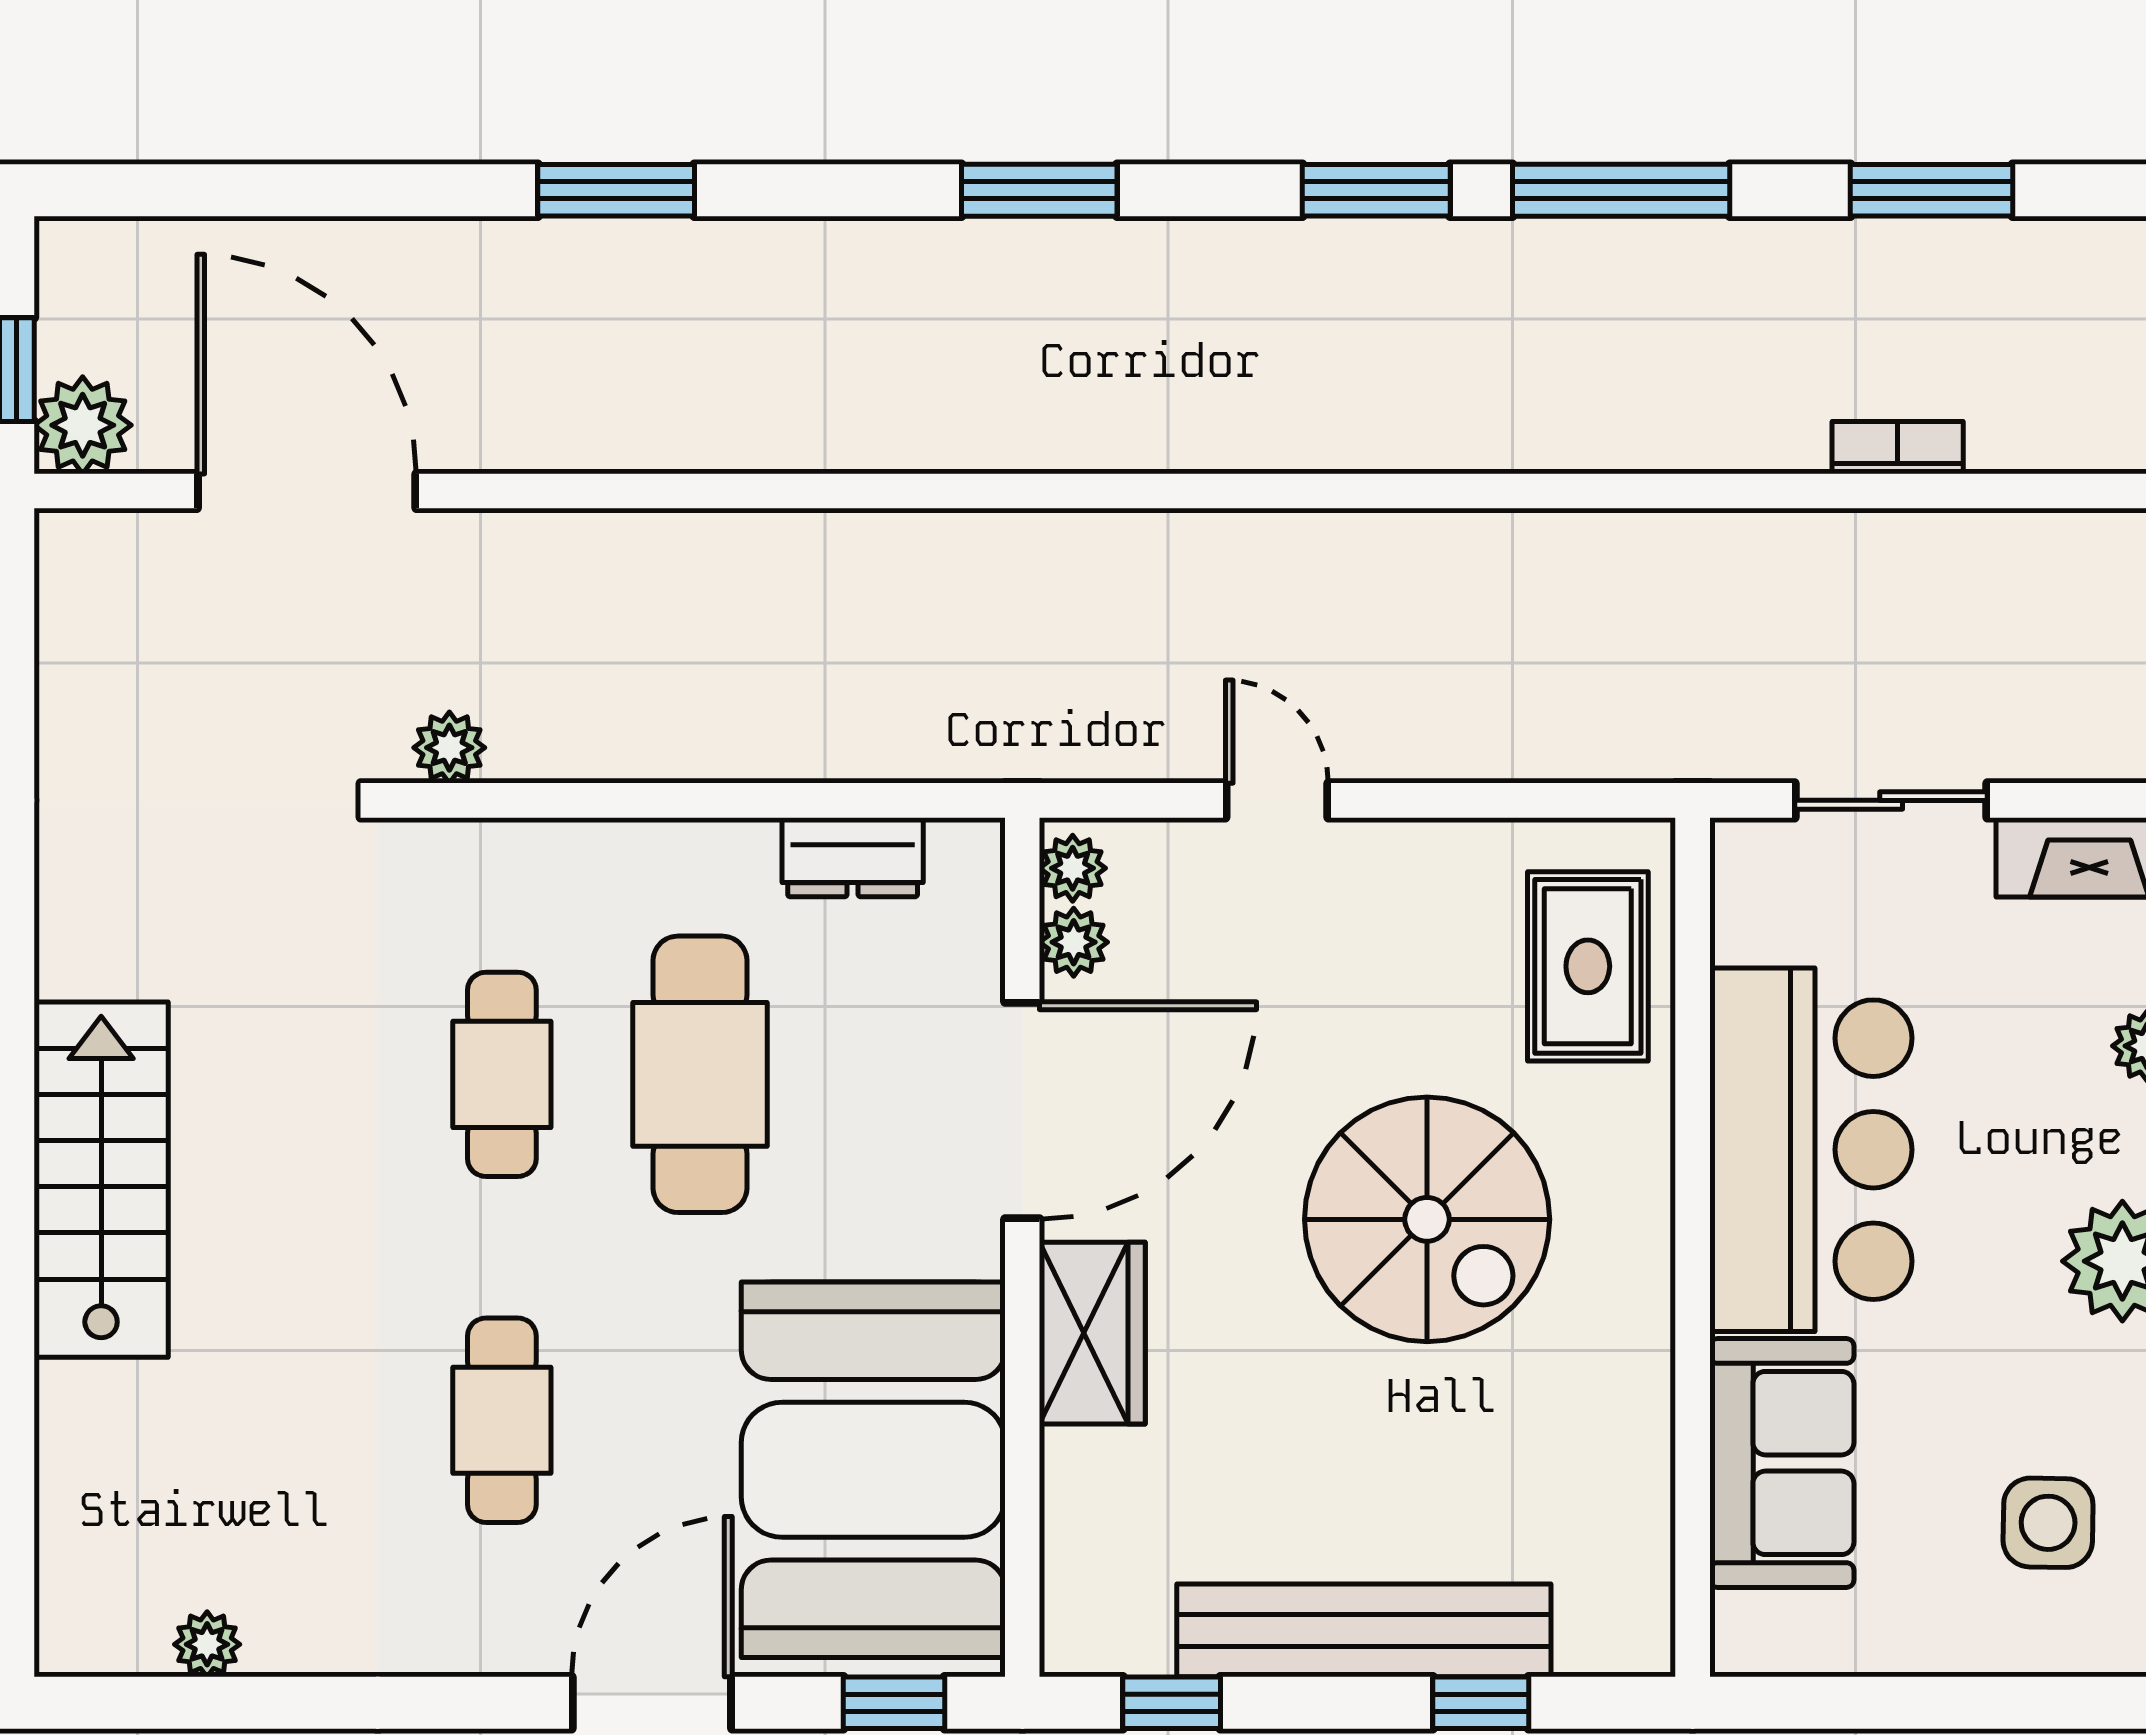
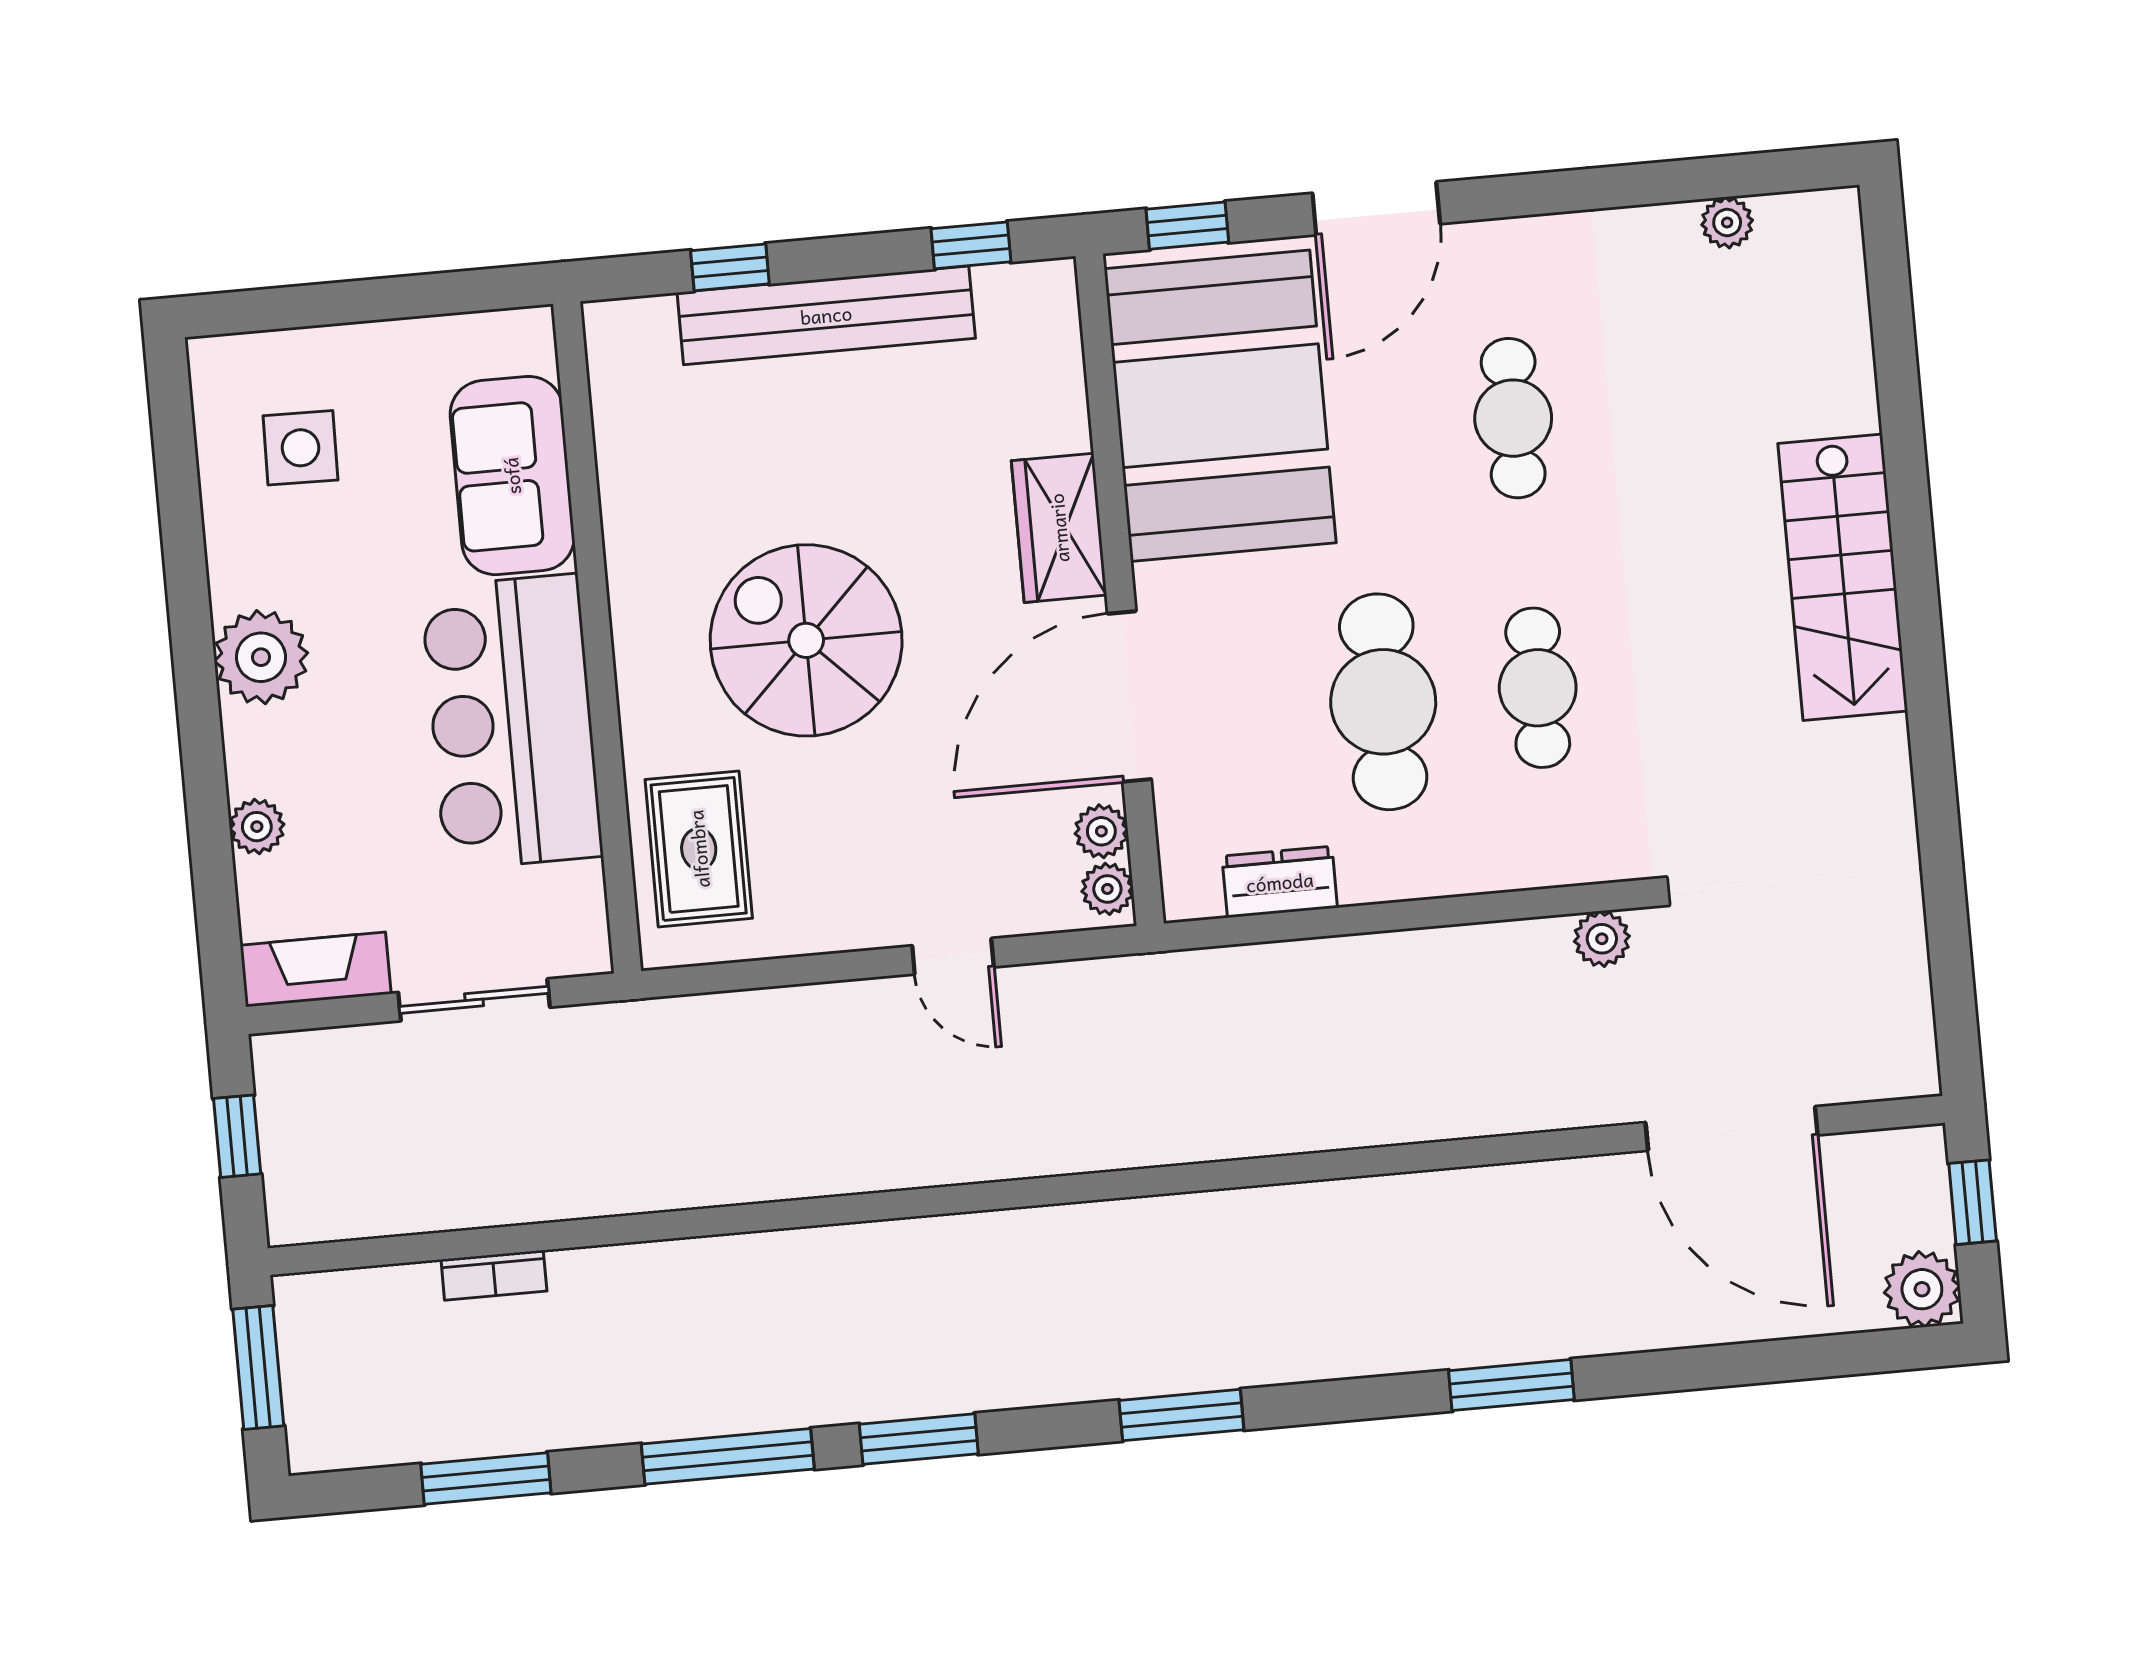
plant: (83, 425) -> (1922, 1289), moved

